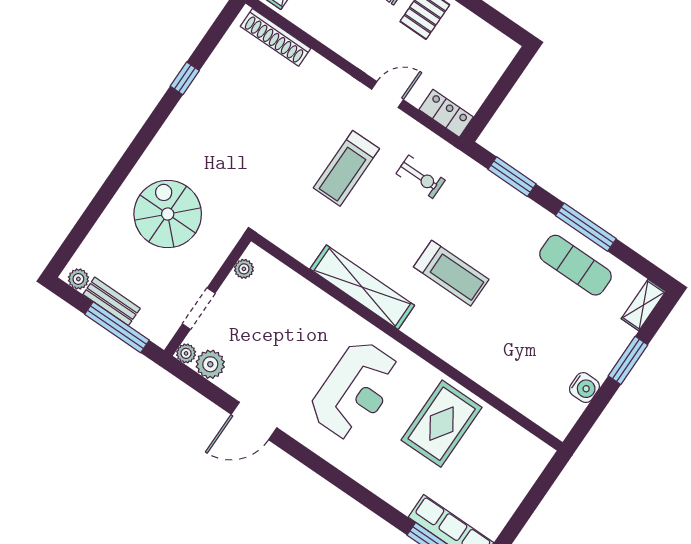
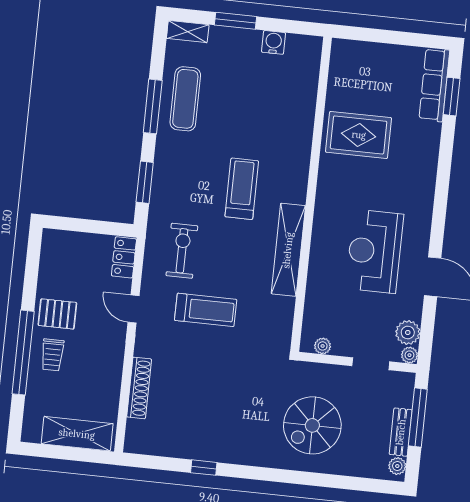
shoe rack: (276, 37) -> (139, 388), moved
exercise bike: (421, 177) -> (182, 251), width x1.38, depth x1.39
reception desk: (355, 390) -> (375, 251), moved, turned -90

